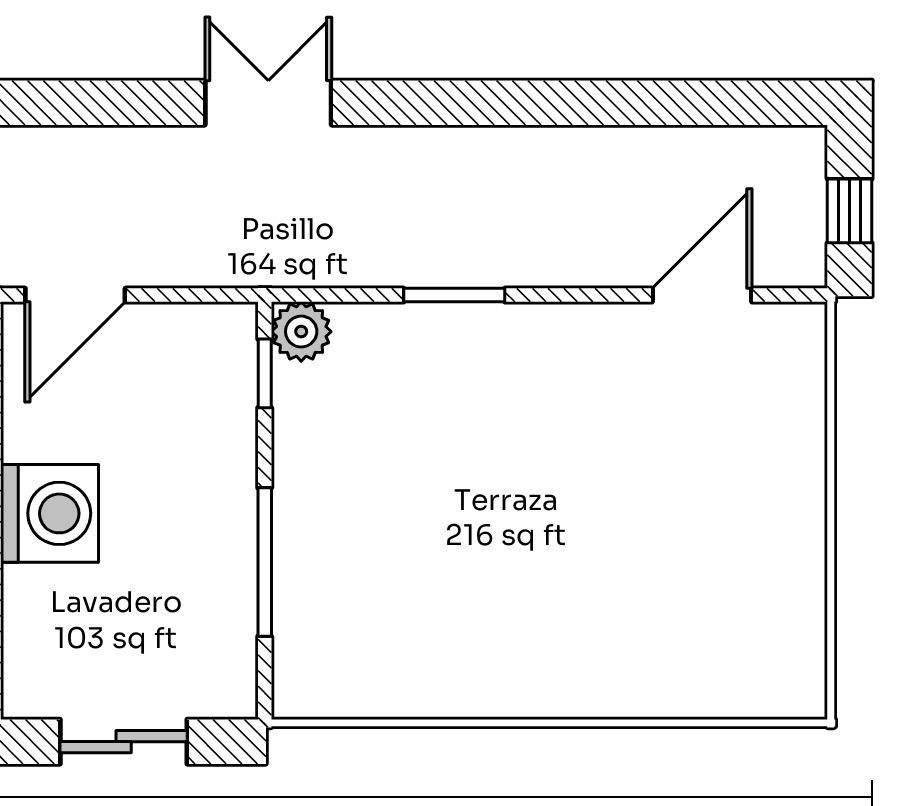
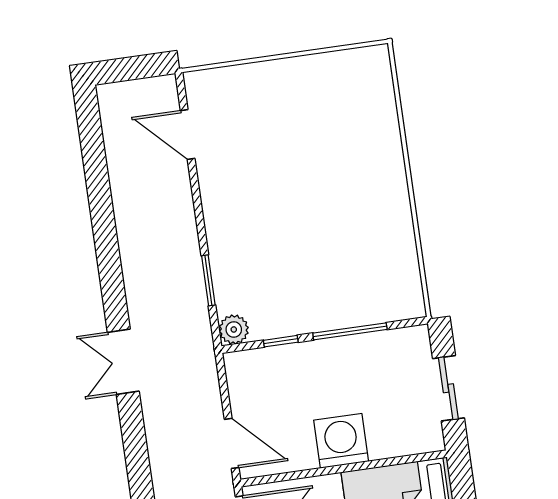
window: (850, 211) -> (136, 68), removed
window: (454, 295) -> (208, 280), moved
window: (265, 373) -> (281, 341), moved

